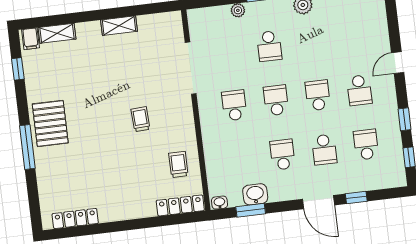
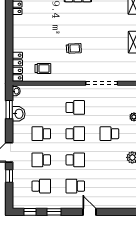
school desk: (282, 155) -> (41, 134), turned 180

